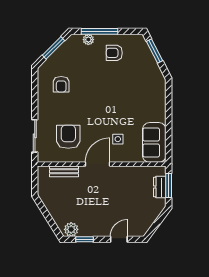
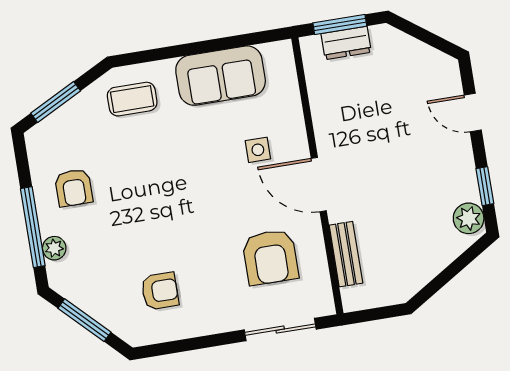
coffee table: (150, 86) -> (132, 99), added
armchair: (68, 137) -> (270, 257), turned -90
sofa: (154, 142) -> (221, 76), moved

